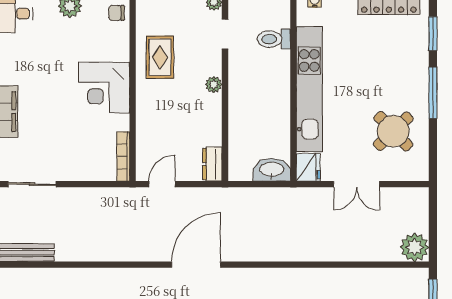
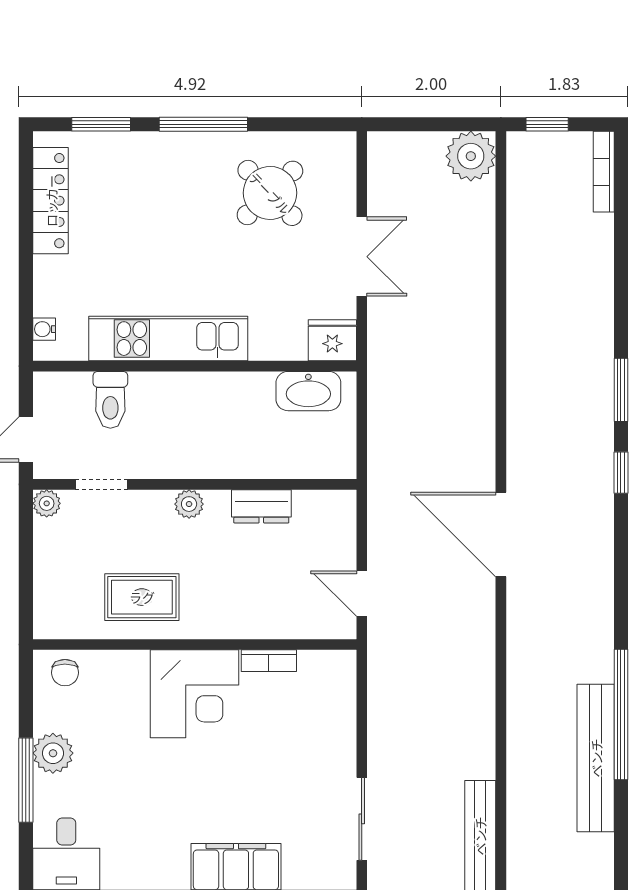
kitchen unit: (309, 89) -> (168, 339), width x0.73
bookcase: (123, 156) -> (269, 661), moved, width x0.64
dresser: (212, 164) -> (261, 506), moved
washbasin: (272, 170) -> (308, 391), moved, turned -90

